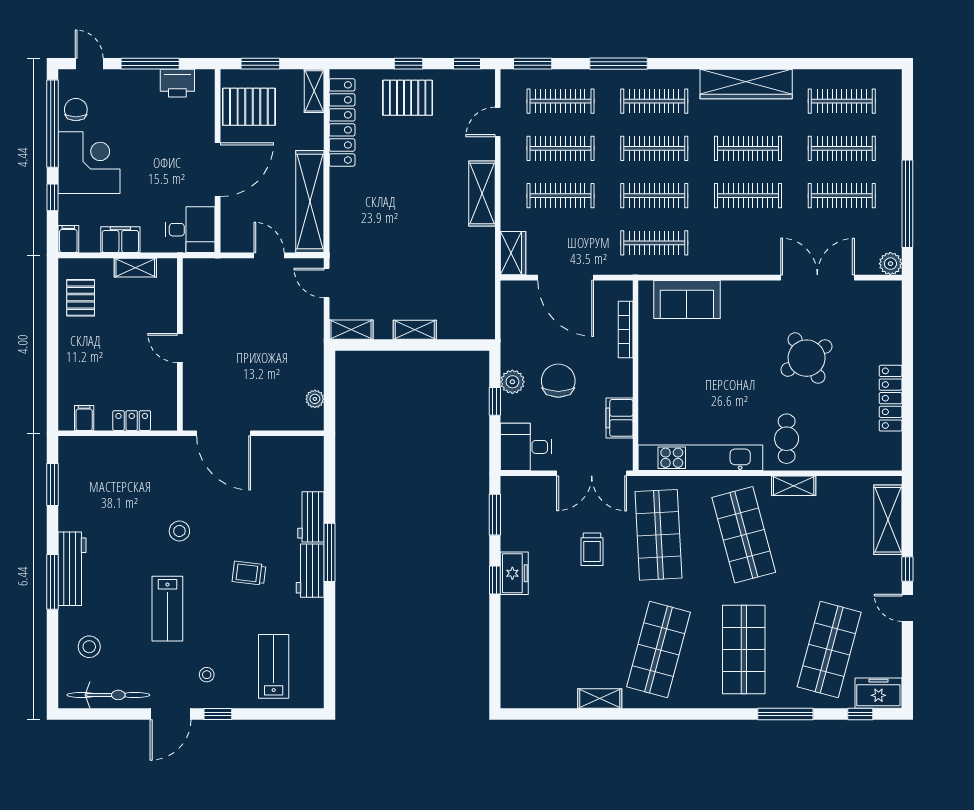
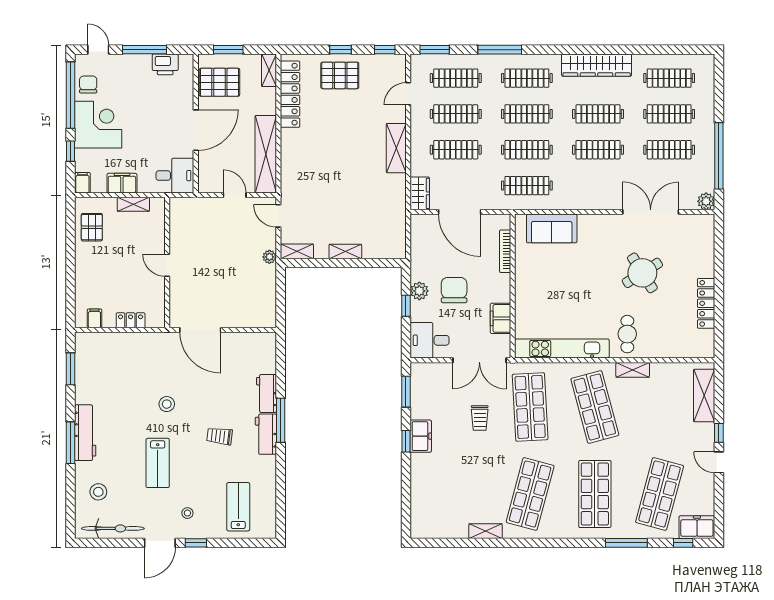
plant: (315, 399) -> (269, 257), moved

